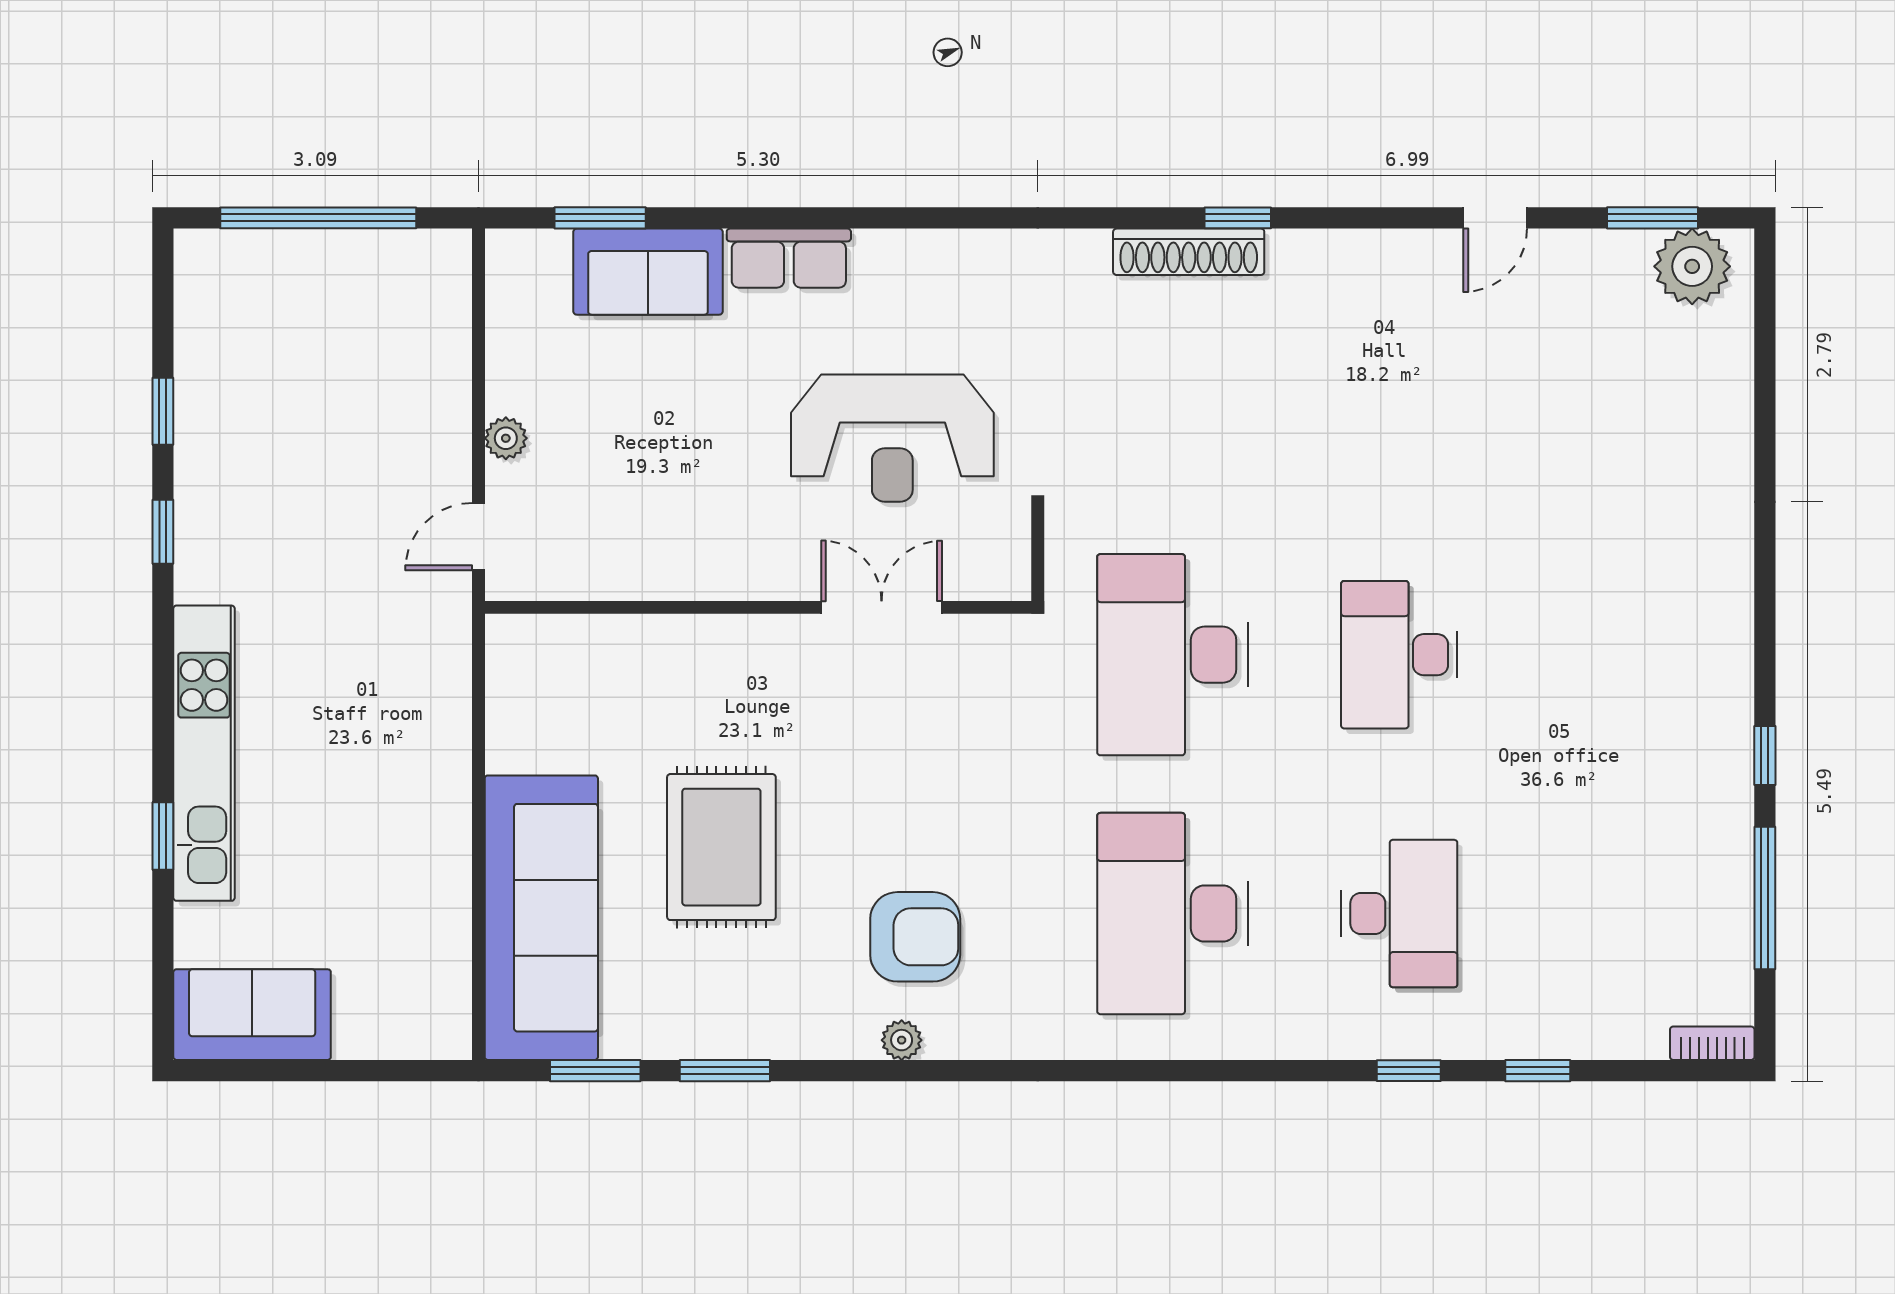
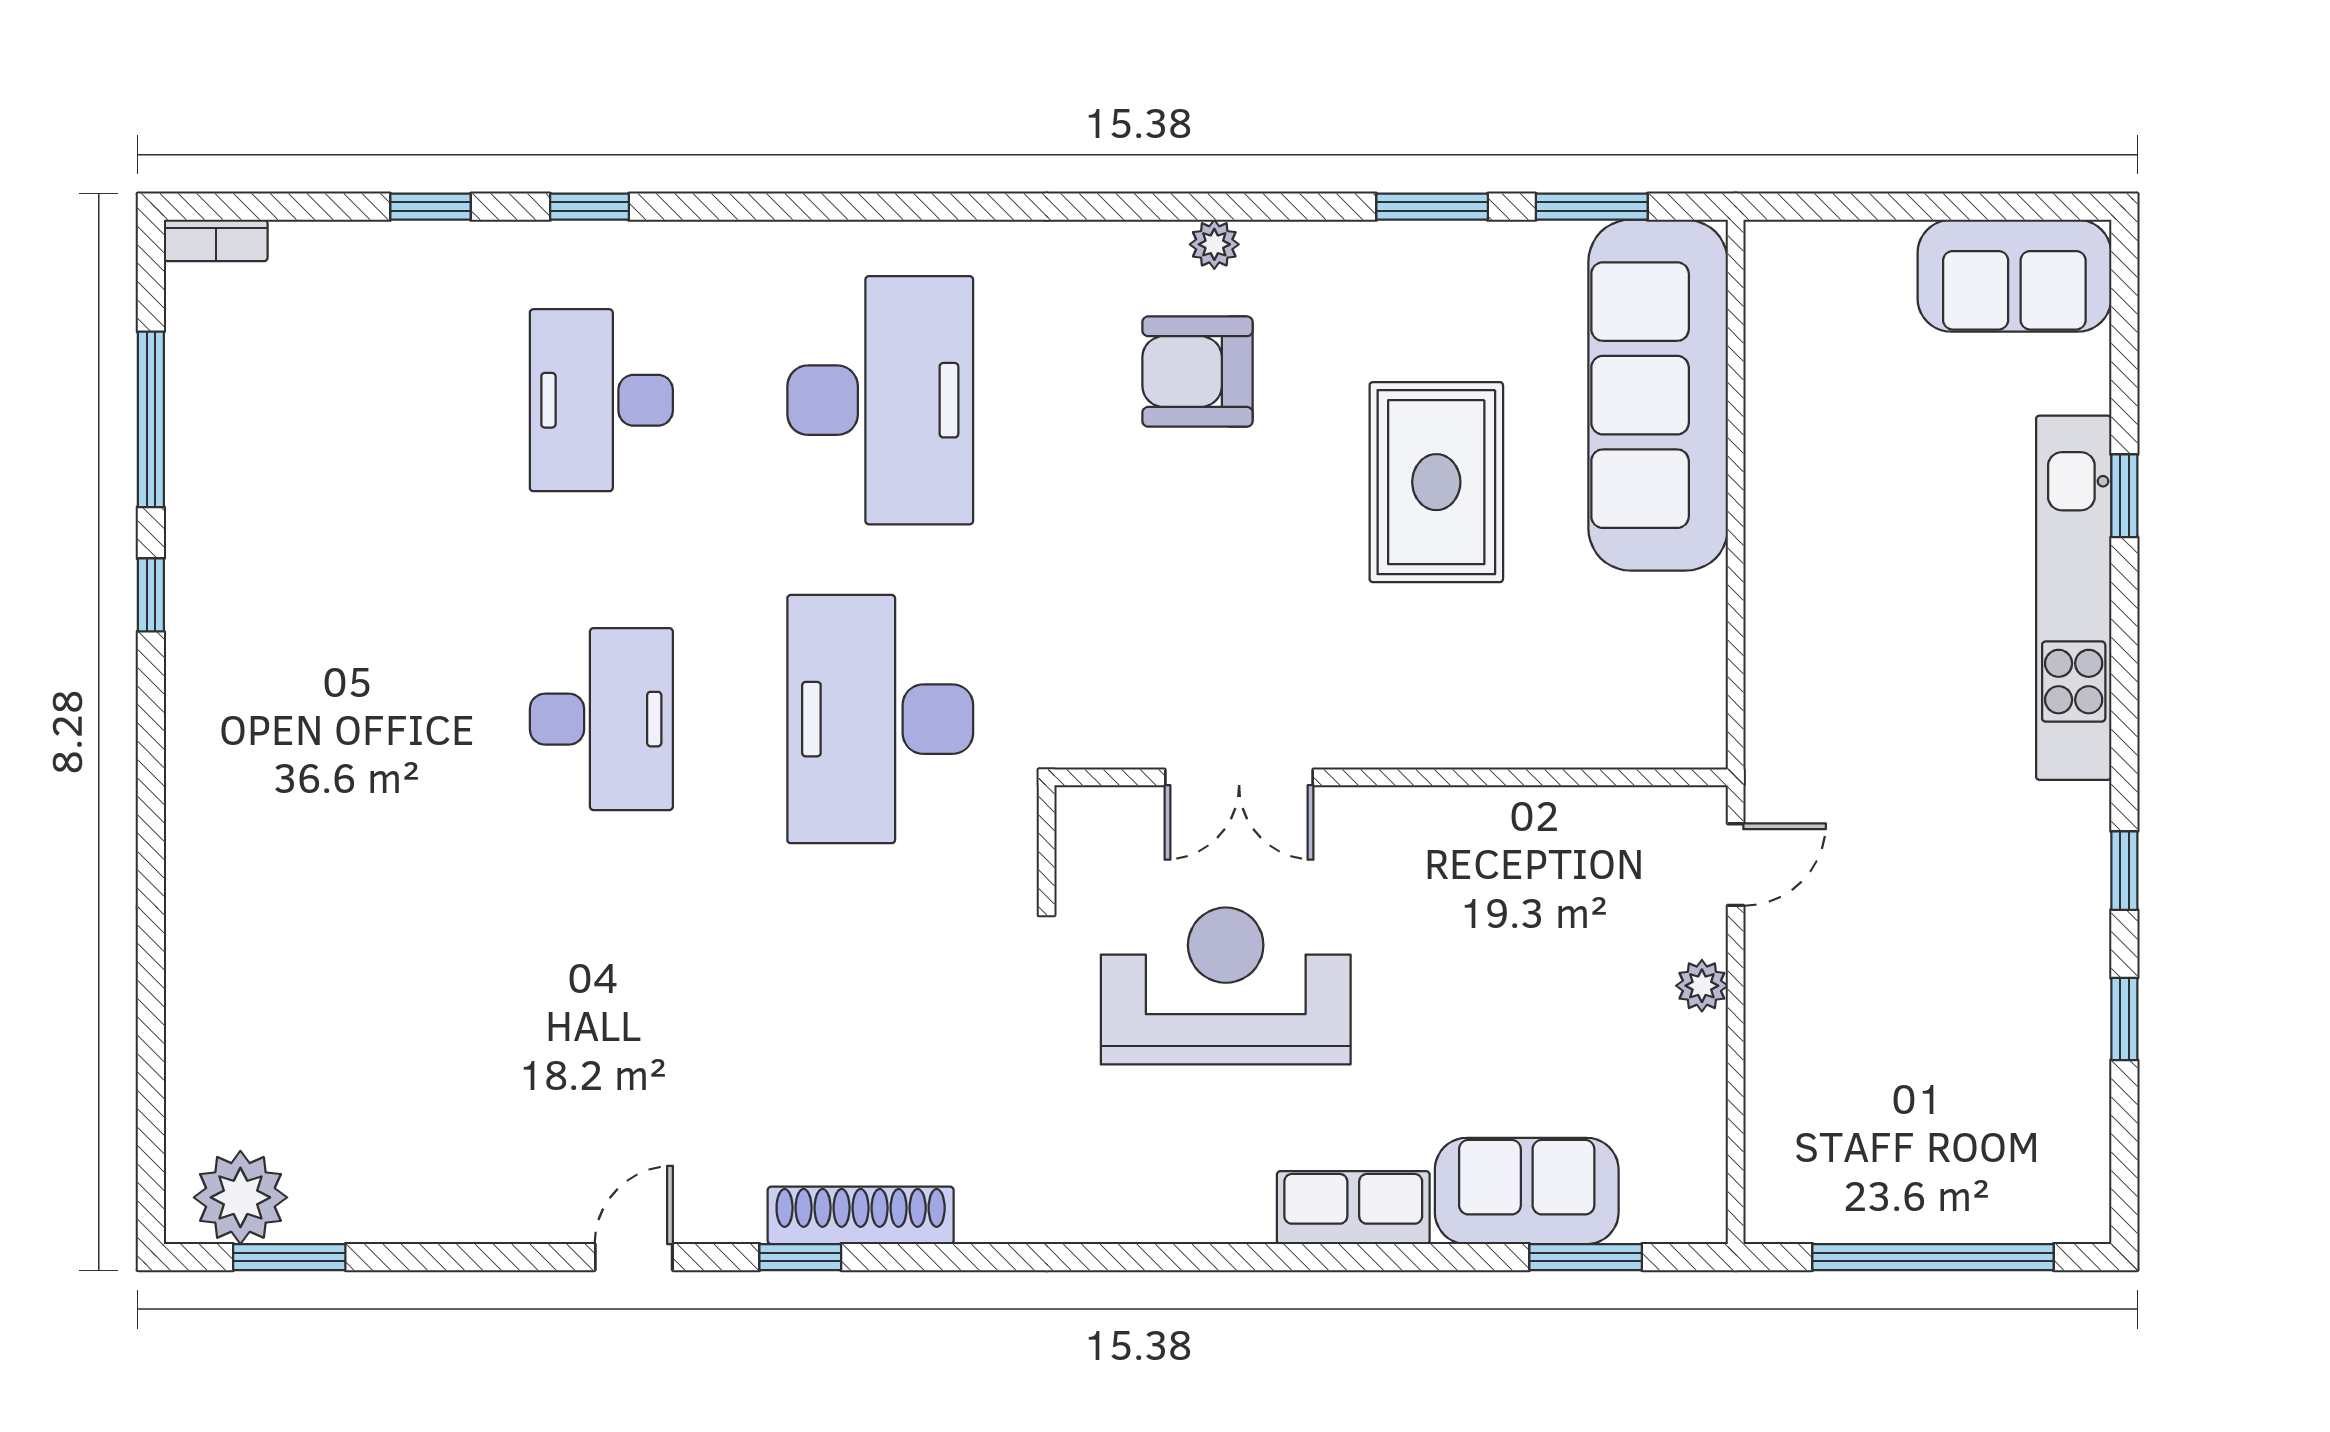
door: (1495, 218) -> (634, 1257), moved
desk: (1173, 655) -> (880, 719), turned 180

